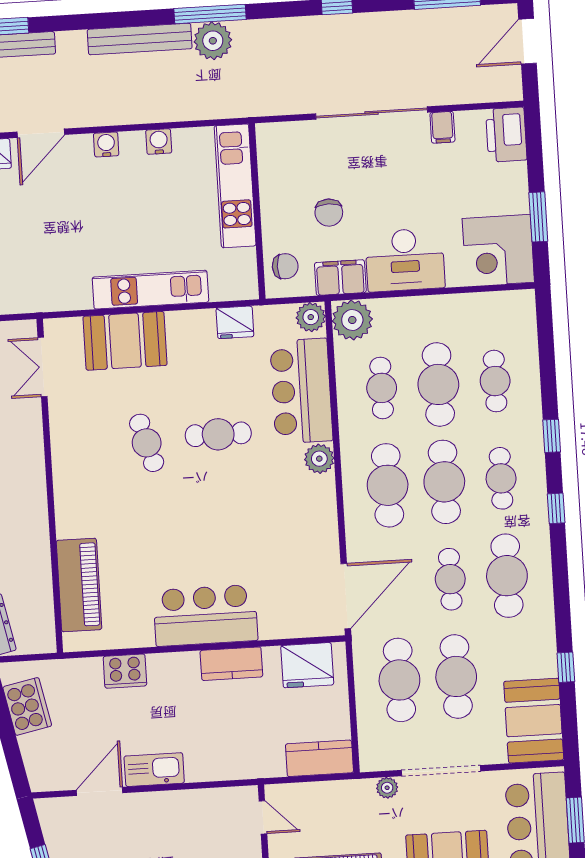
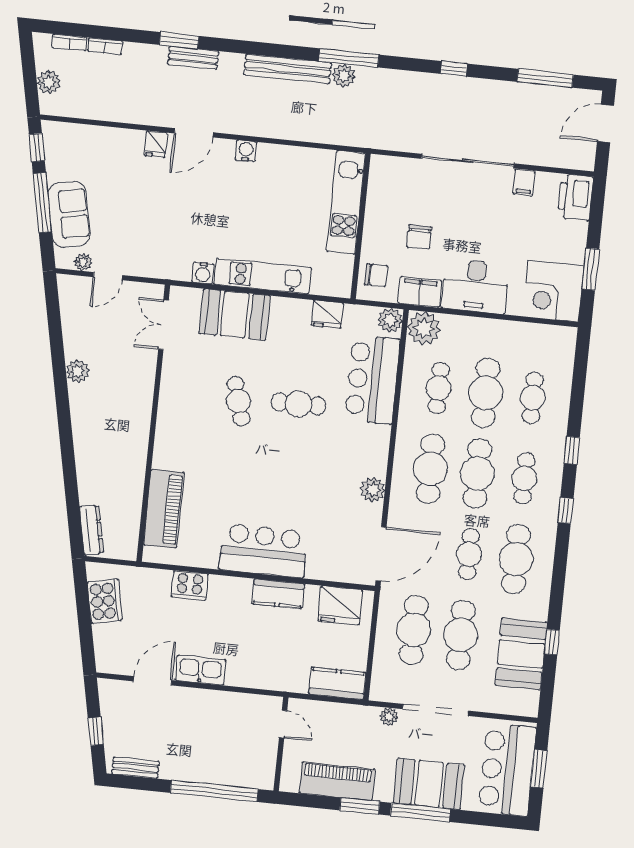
plant: (213, 41) -> (344, 76), width x0.73, depth x0.73
water cooler: (159, 142) -> (203, 273), moved, turned 180
plant: (319, 459) -> (373, 490), moved
booth: (534, 721) -> (521, 654), moved

